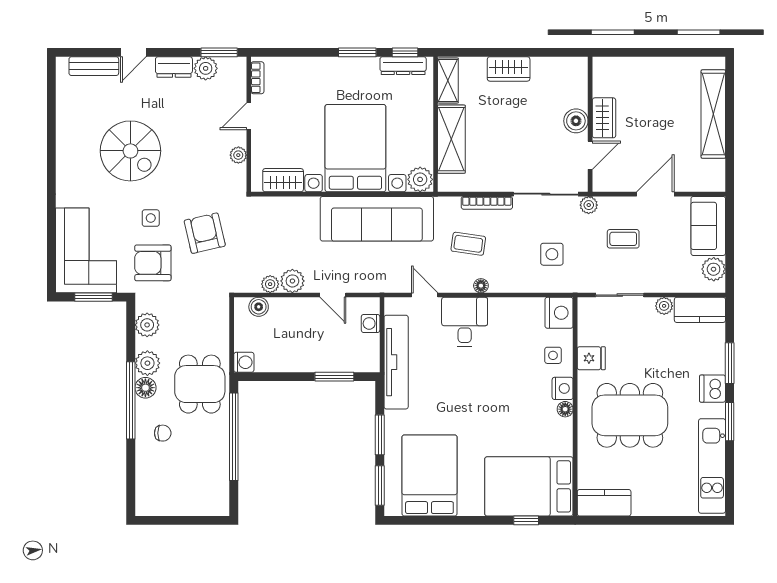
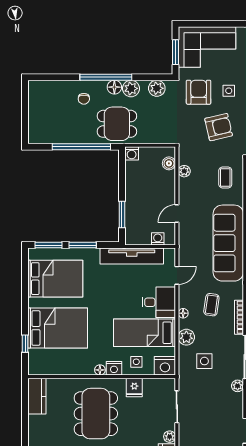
coffee table: (623, 239) -> (225, 177), moved
plant: (292, 281) -> (186, 337), moved
bed: (510, 343) -> (145, 333), added
bed: (529, 486) -> (58, 328), moved, turned 90

